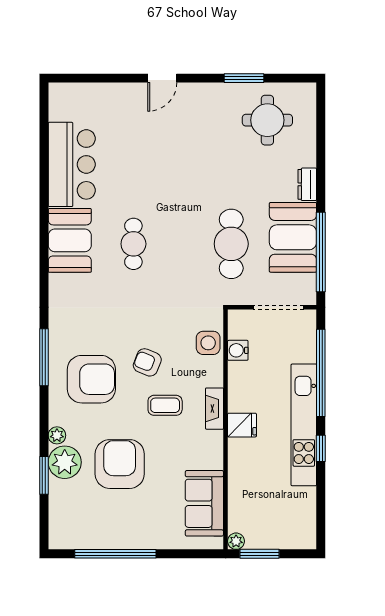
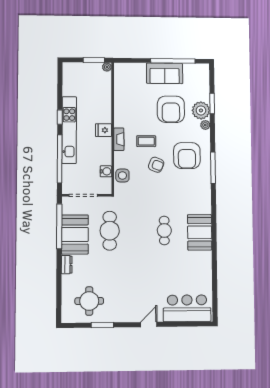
bar counter: (72, 164) -> (187, 308), moved, turned 90
armchair: (91, 379) -> (187, 156), turned -90
sofa: (204, 503) -> (165, 73), moved, turned 90

